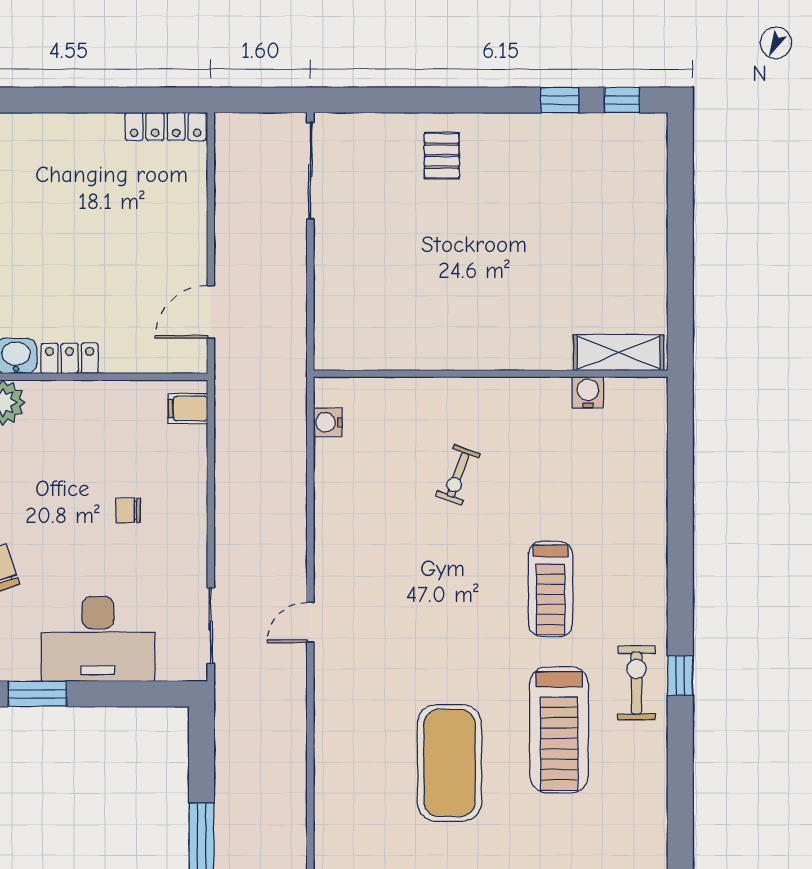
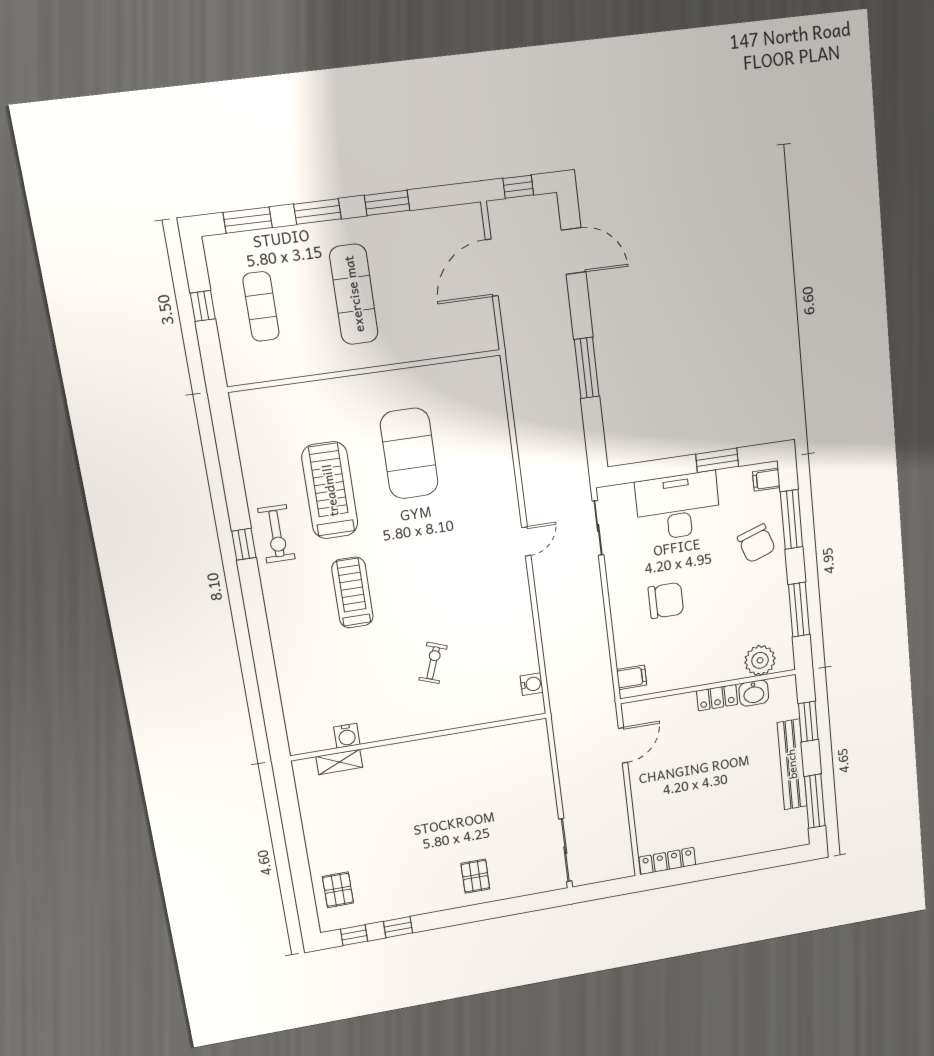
pallet: (634, 172) -> (338, 890), added
shelving: (619, 353) -> (339, 762), width x0.67, depth x0.75
chair: (128, 510) -> (666, 600), width x1.87, depth x1.87

